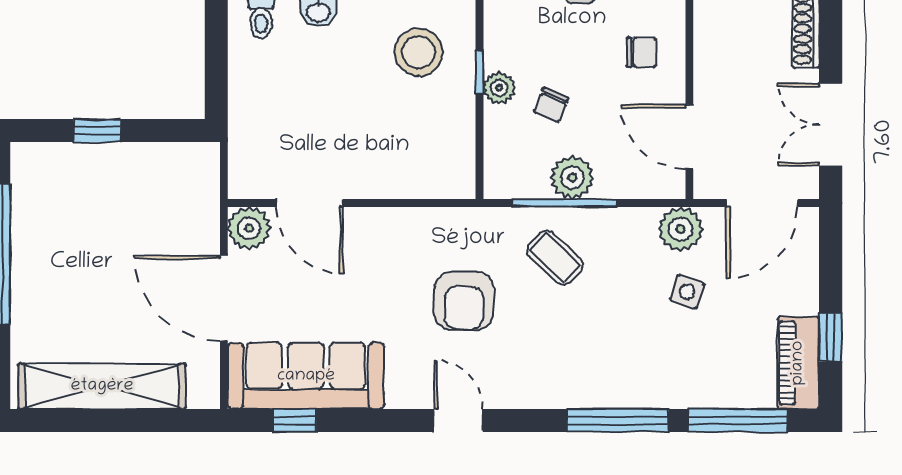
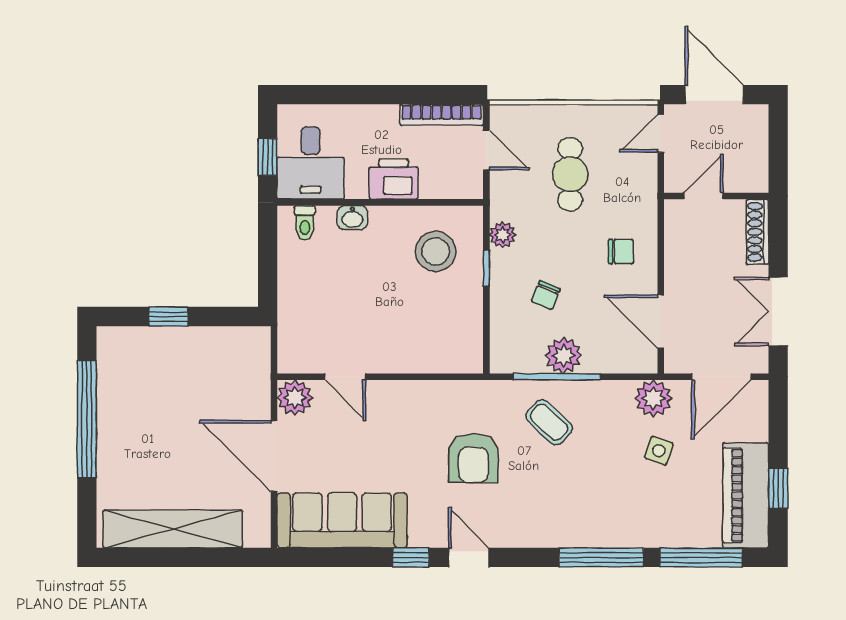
plant: (499, 88) -> (503, 235), moved
door: (310, 203) -> (345, 377), width x0.73
piano: (798, 363) -> (746, 495), width x1.37, depth x1.33
window: (294, 421) -> (411, 557), moved

